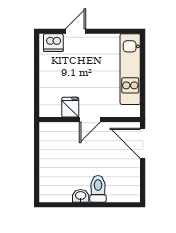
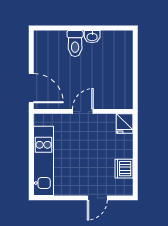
dishwasher: (53, 43) -> (124, 169), moved, turned -90
fridge: (70, 107) -> (125, 124), moved

